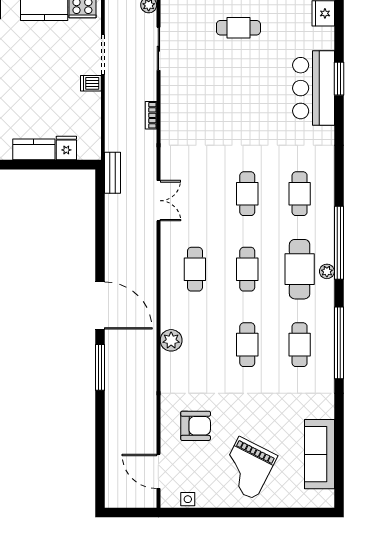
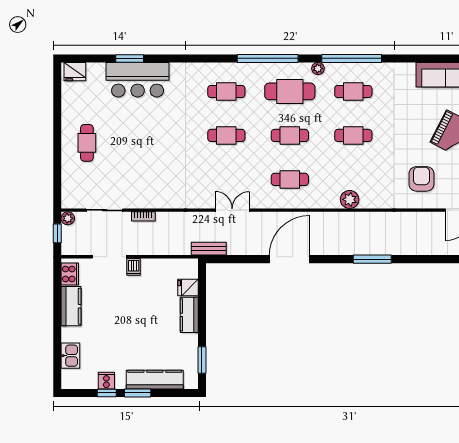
bookcase: (151, 115) -> (143, 216), moved
plant: (327, 271) -> (318, 68), moved
door: (100, 306) -> (289, 259), moved

